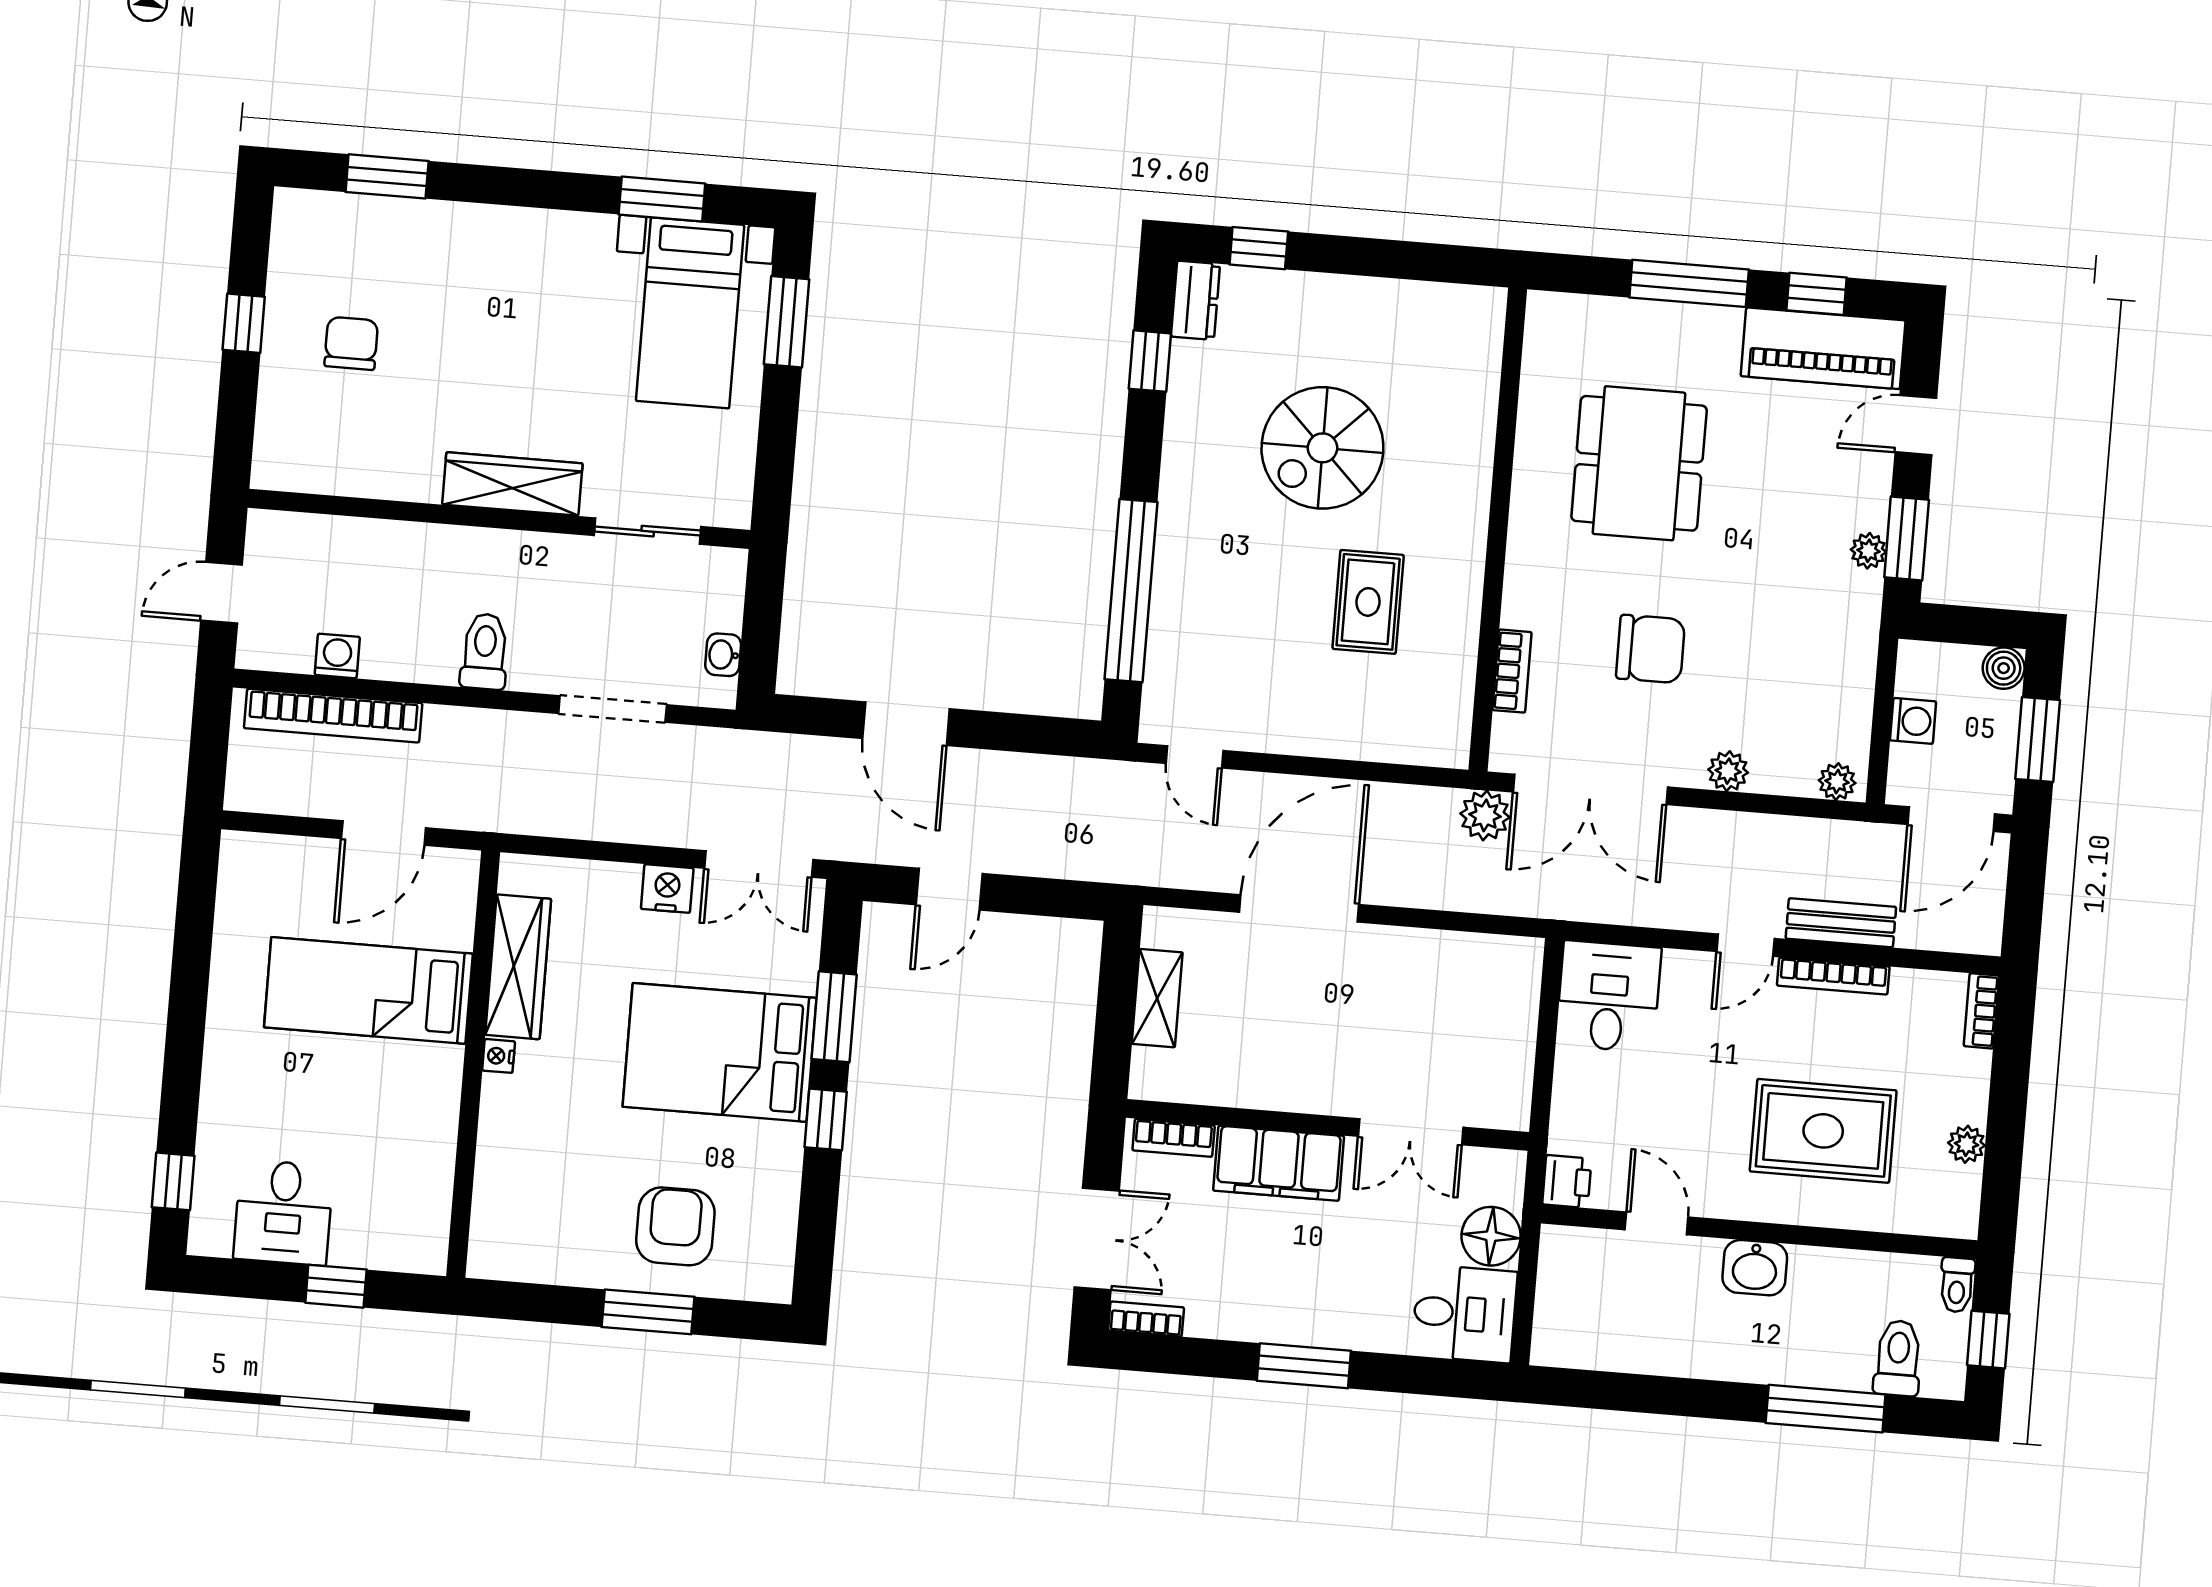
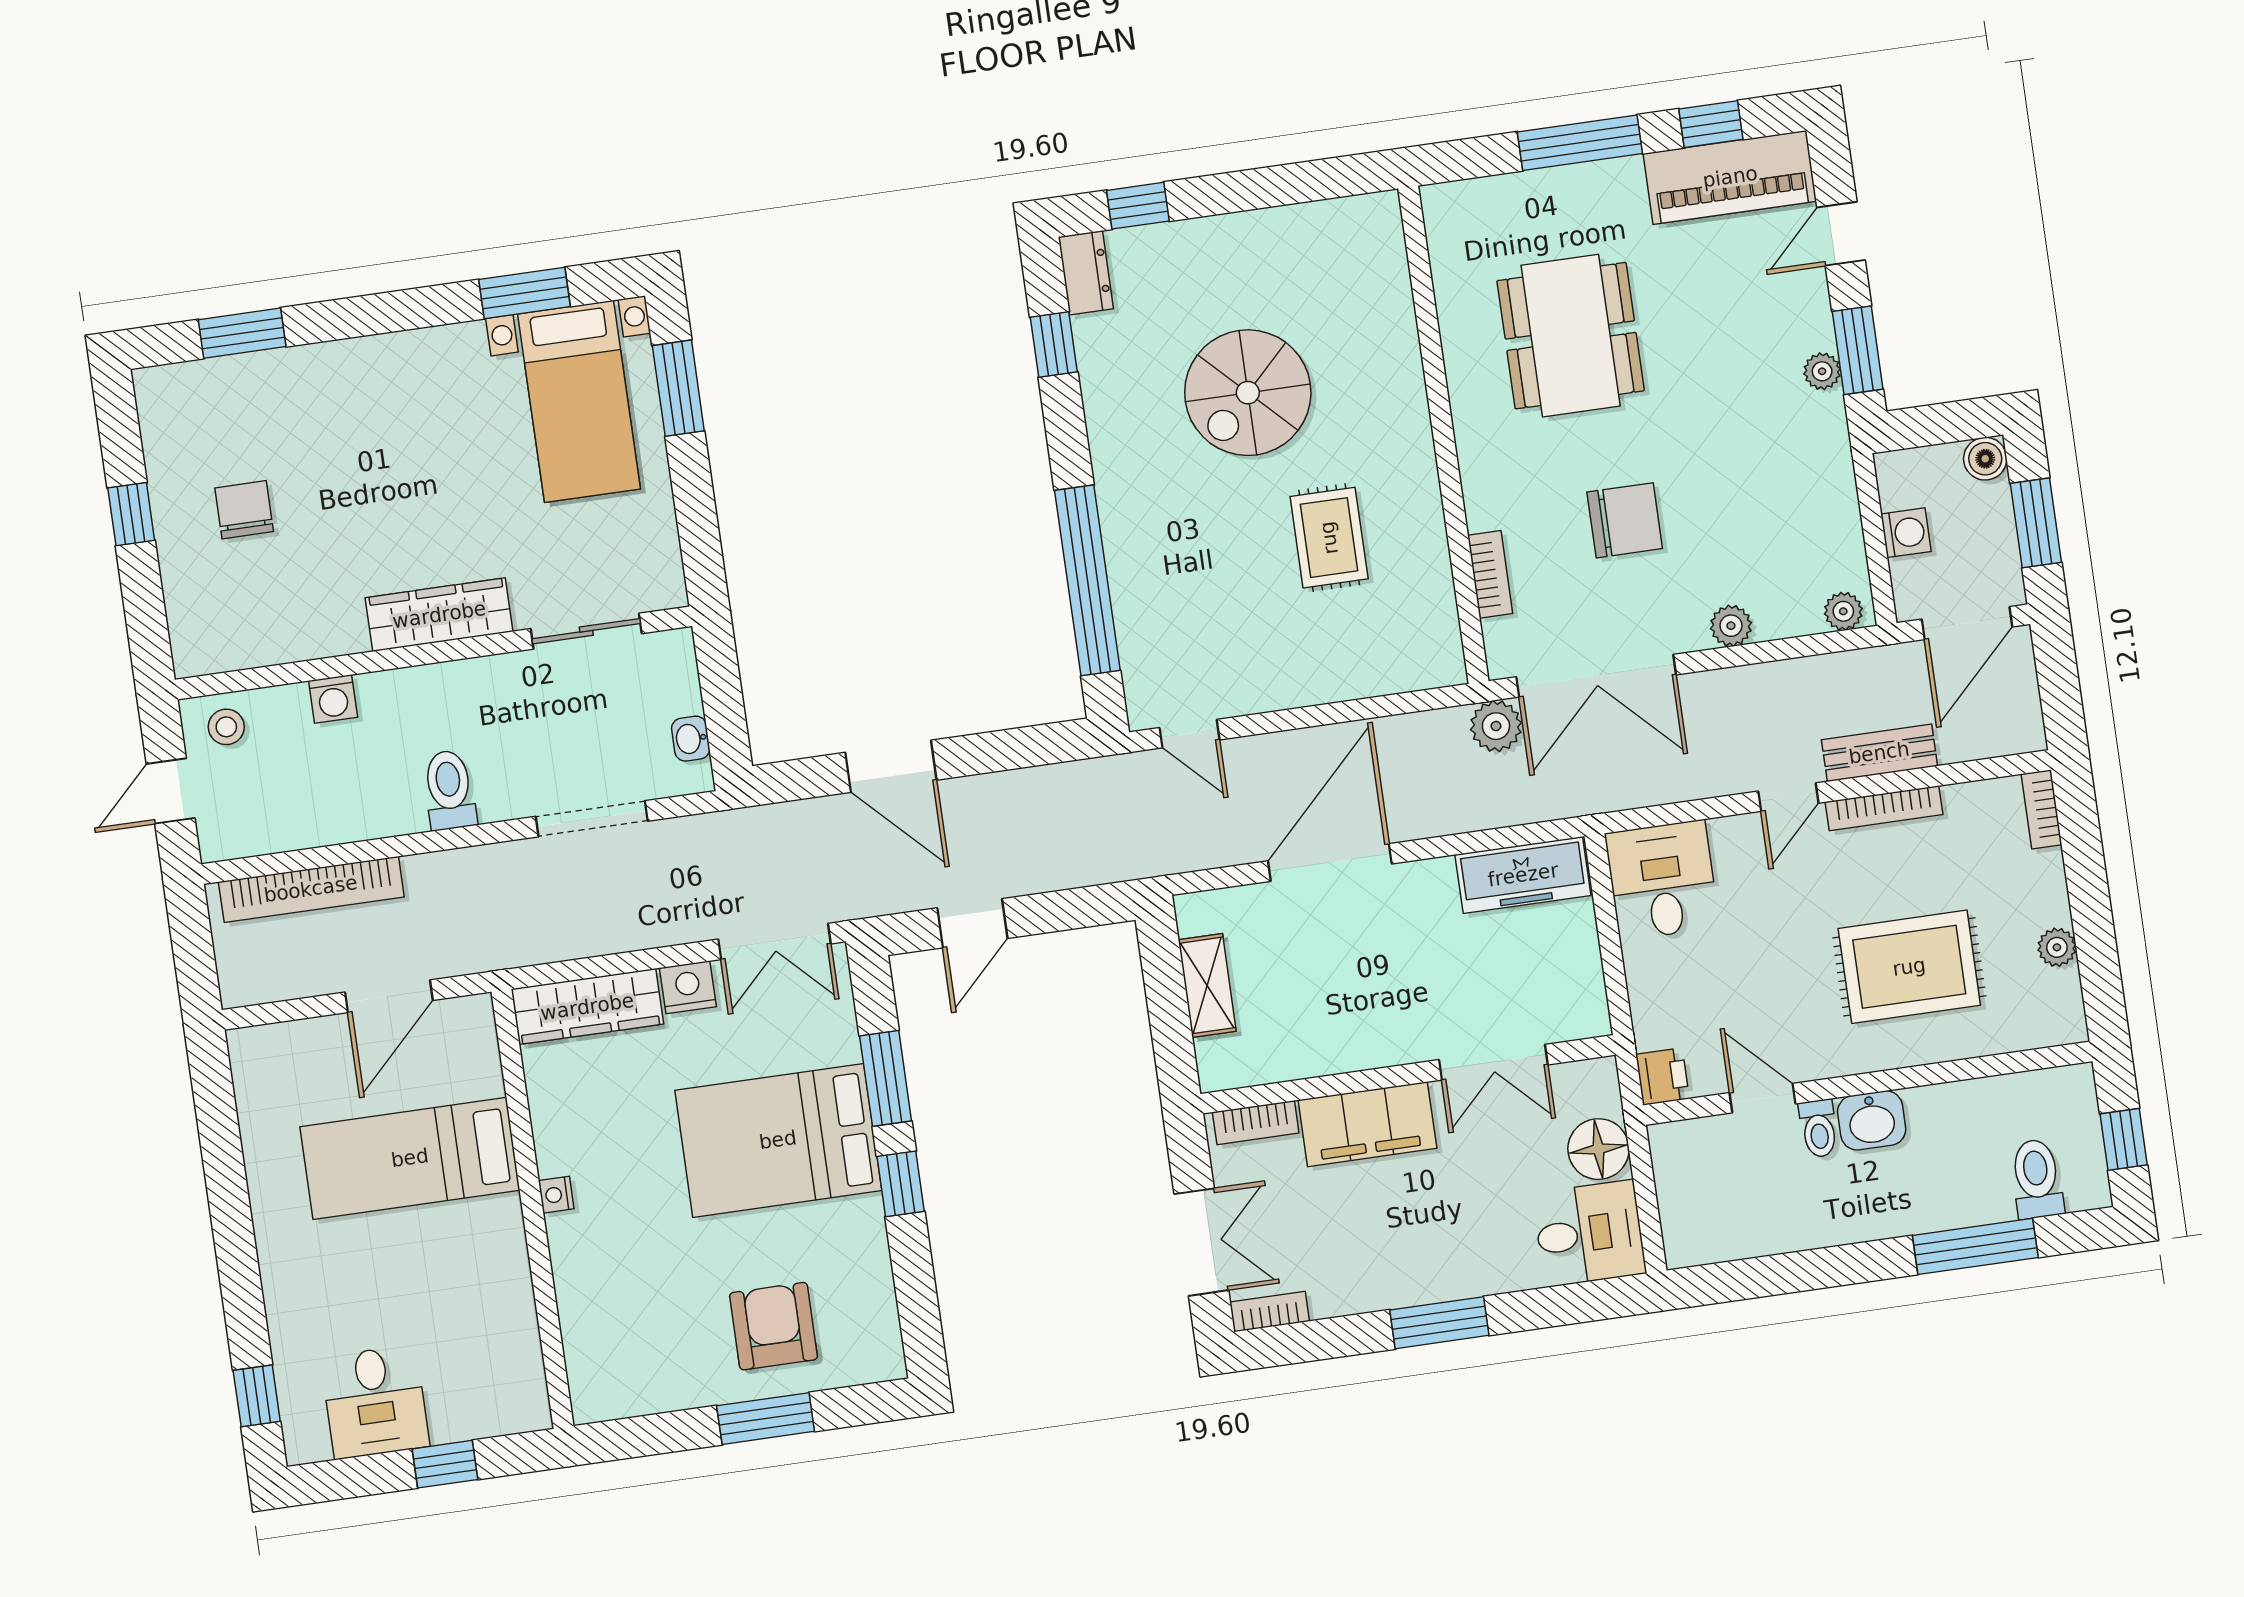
stool: (288, 544) -> (226, 727), added
washing machine: (337, 656) -> (333, 699), moved, turned 180
freezer: (1478, 962) -> (1523, 875), added
wardrobe: (518, 967) -> (587, 1007), moved, turned 90
toilet: (1957, 1285) -> (1819, 1128), moved

